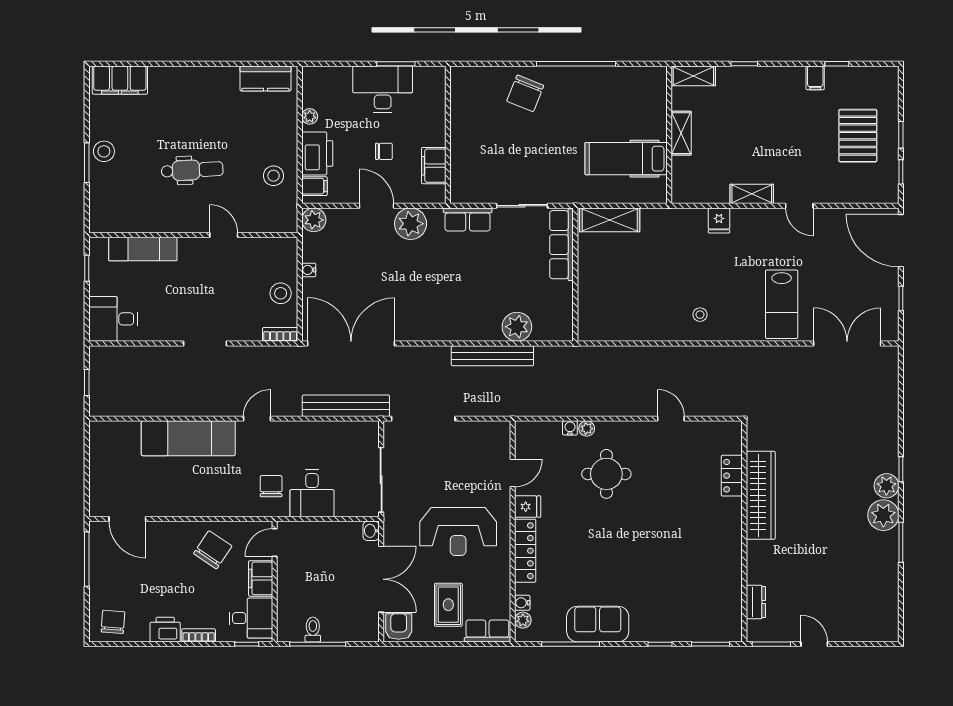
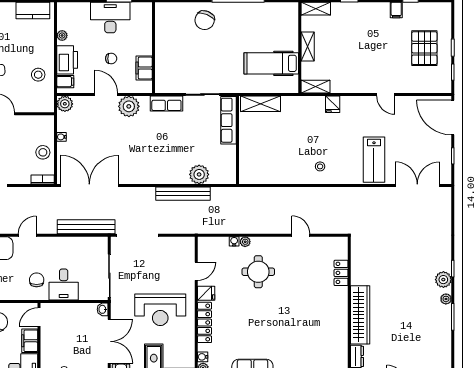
shelving: (752, 194) -> (315, 87), moved
wardrobe: (761, 495) -> (360, 315), moved
plant: (883, 515) -> (446, 299), width x0.53, depth x0.53

